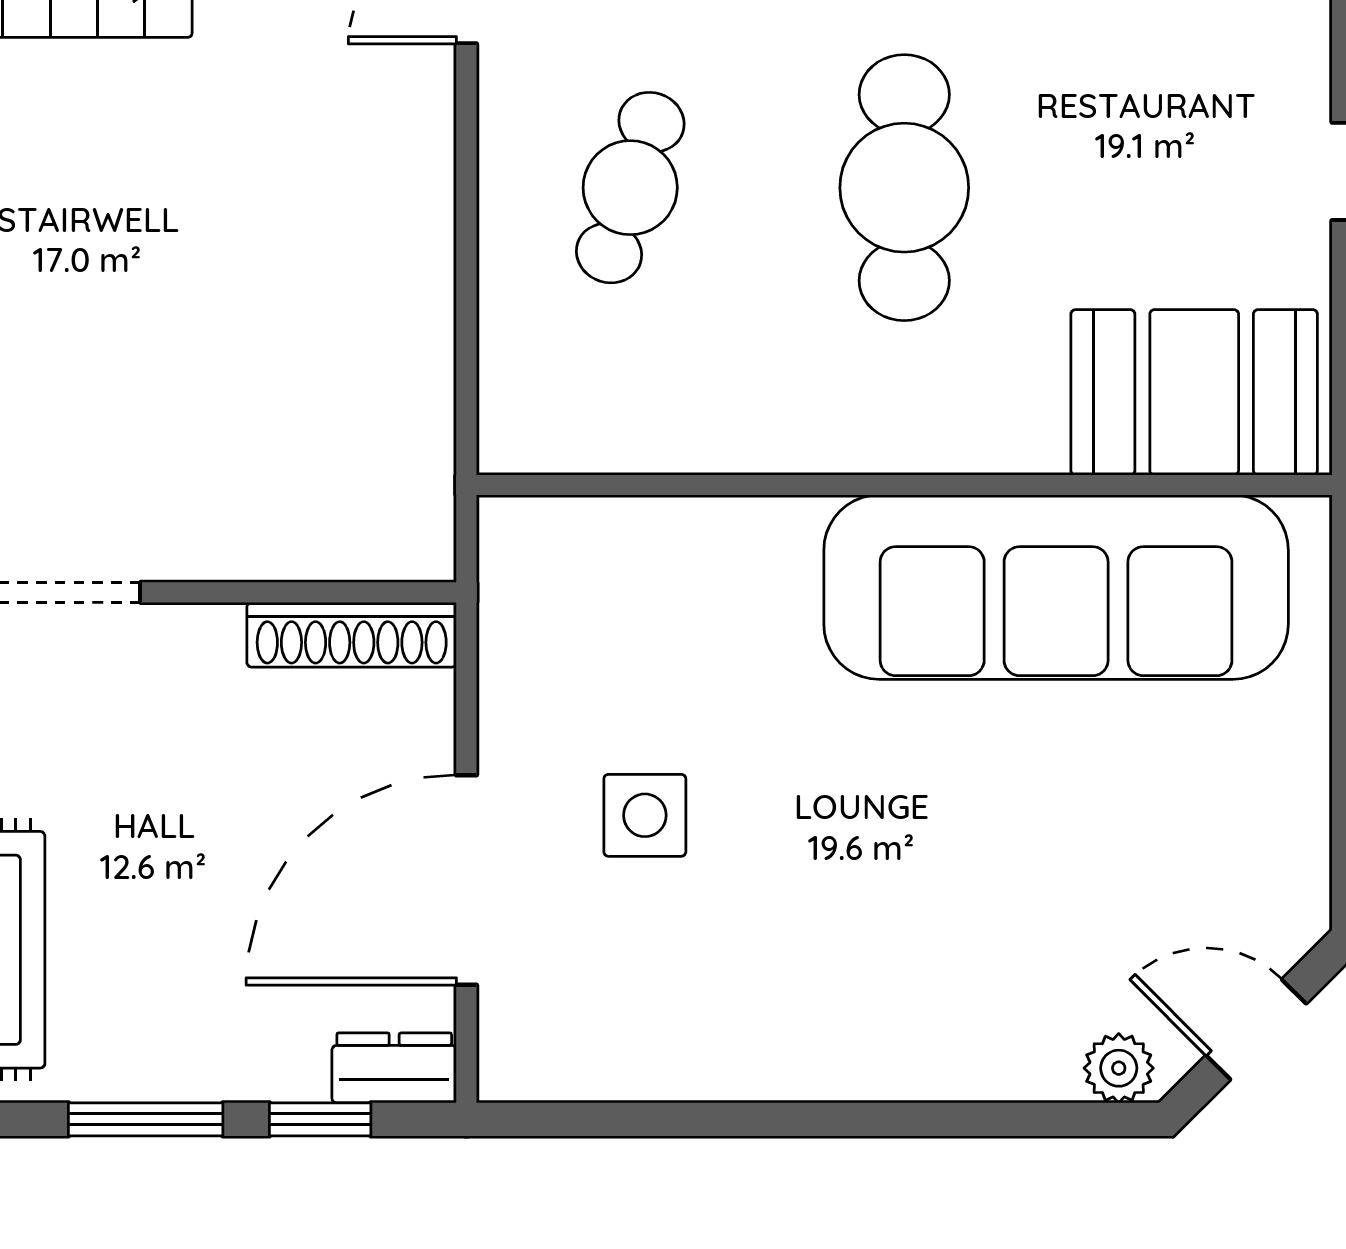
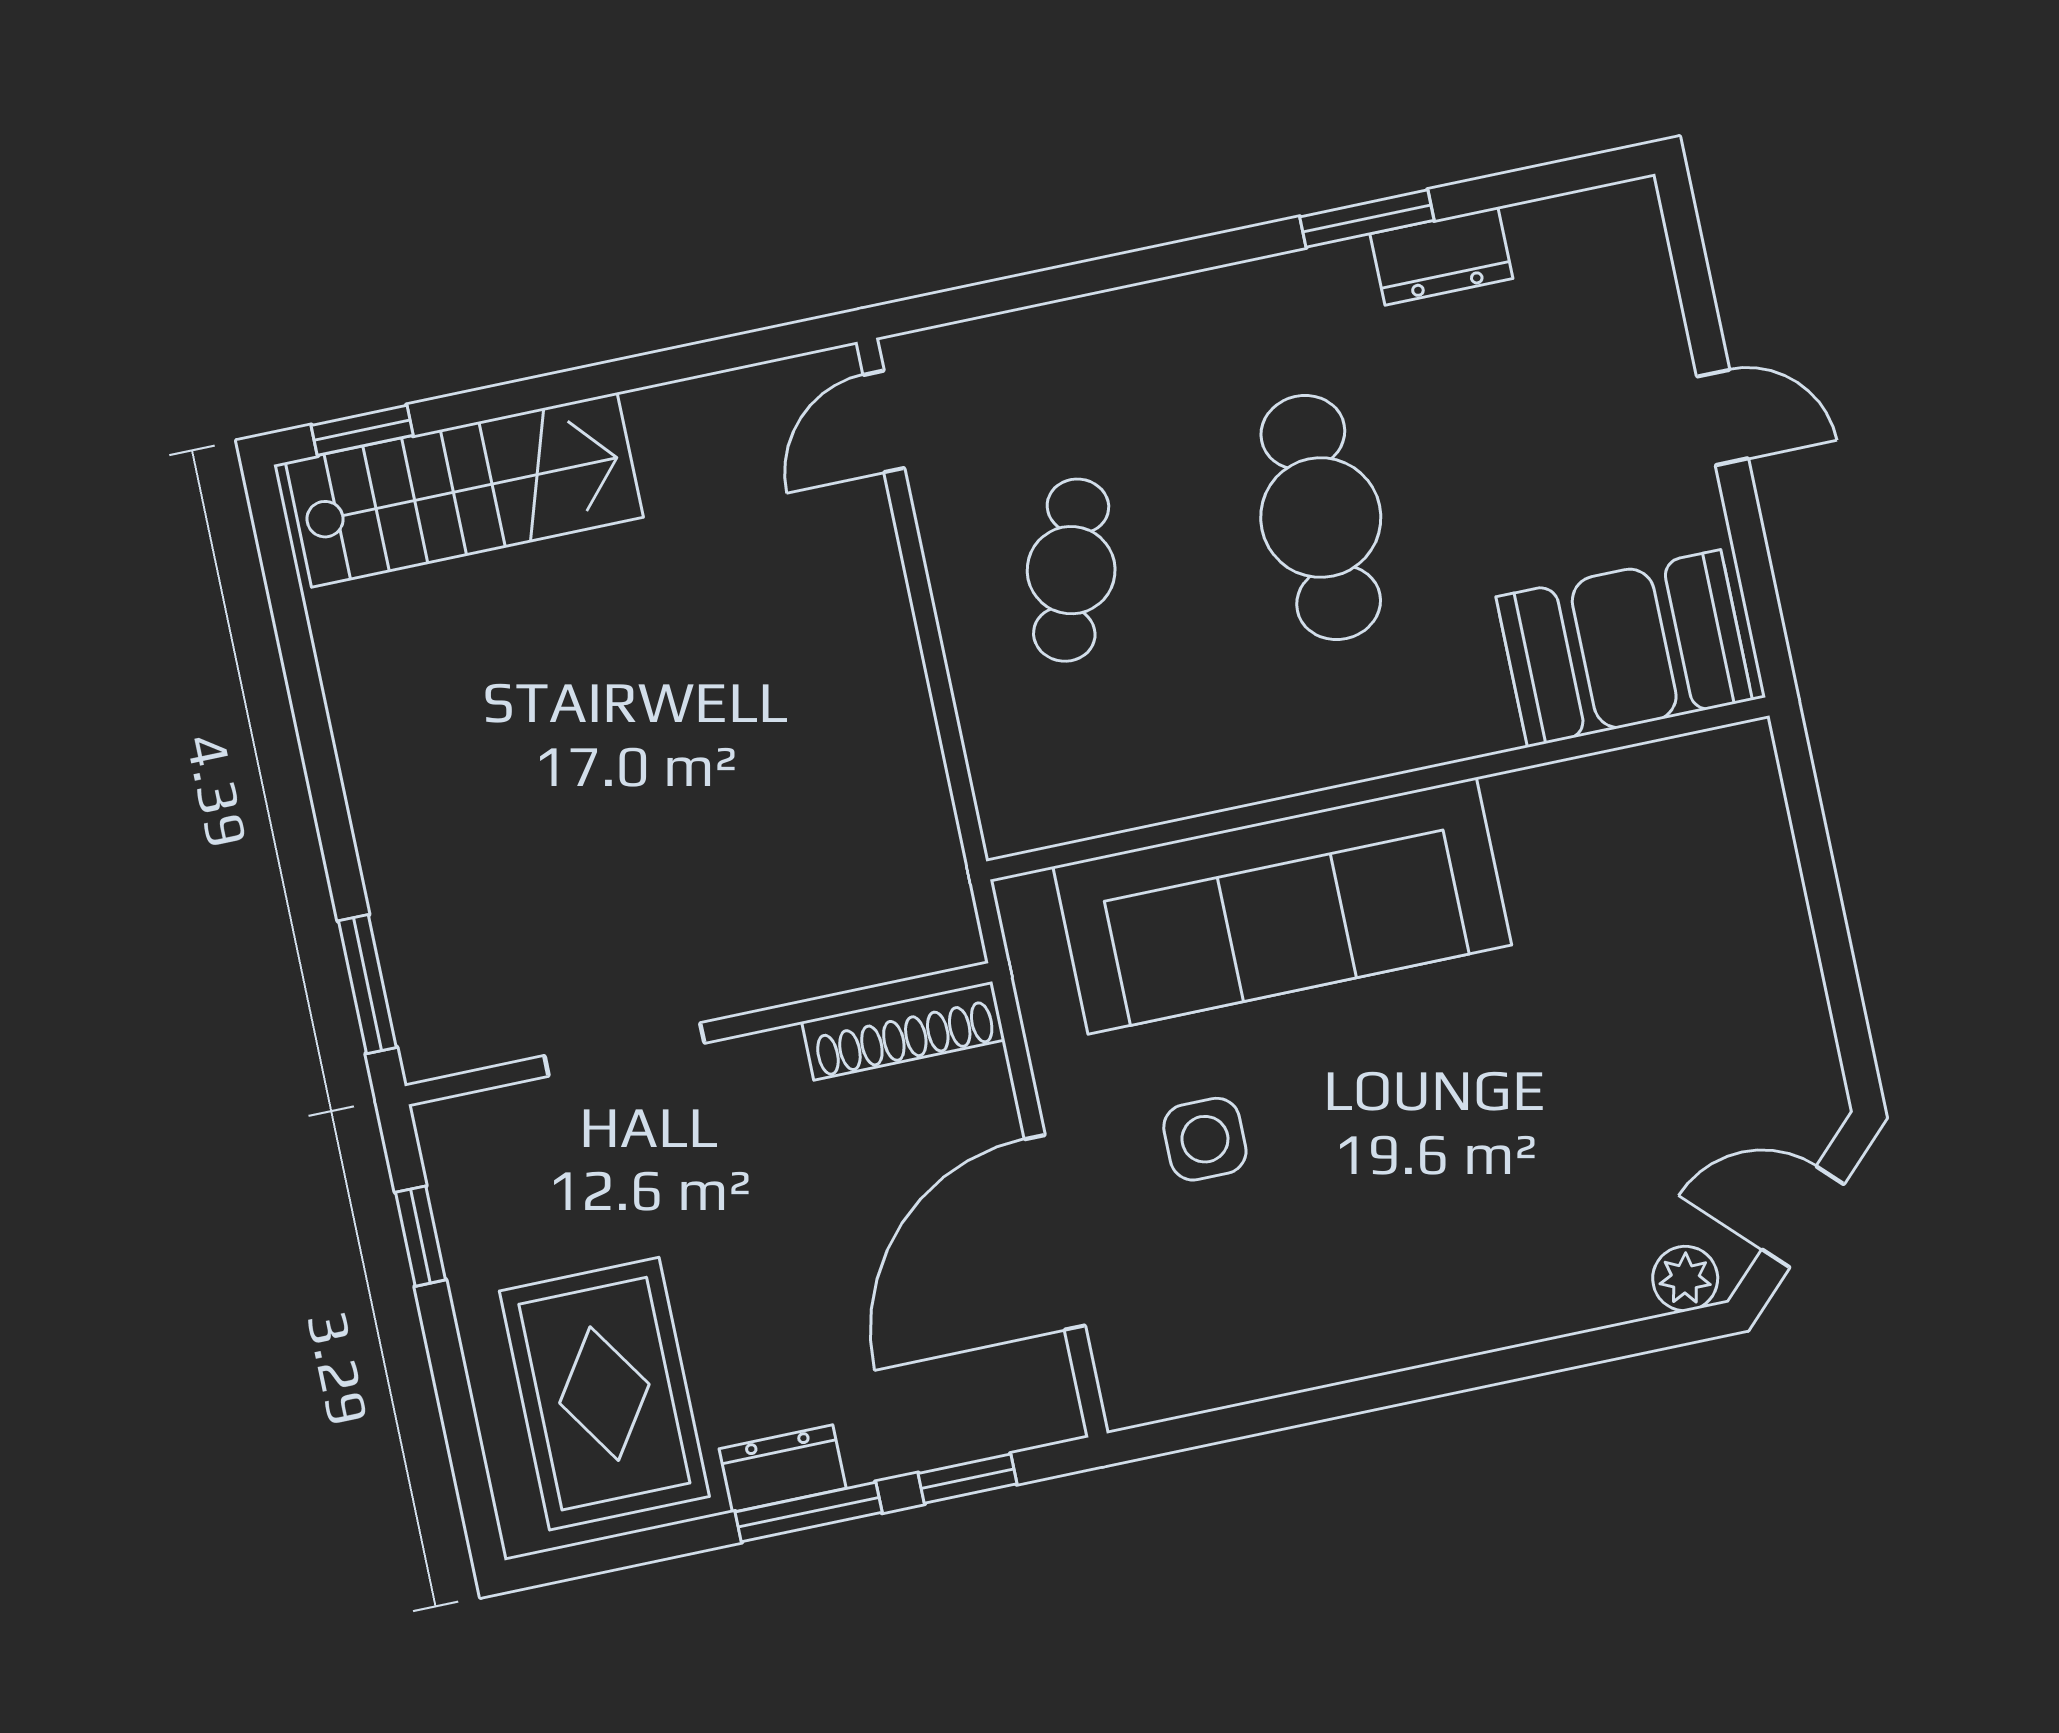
sofa: (1056, 587) -> (1282, 906), moved
dresser: (394, 1068) -> (783, 1469), moved

